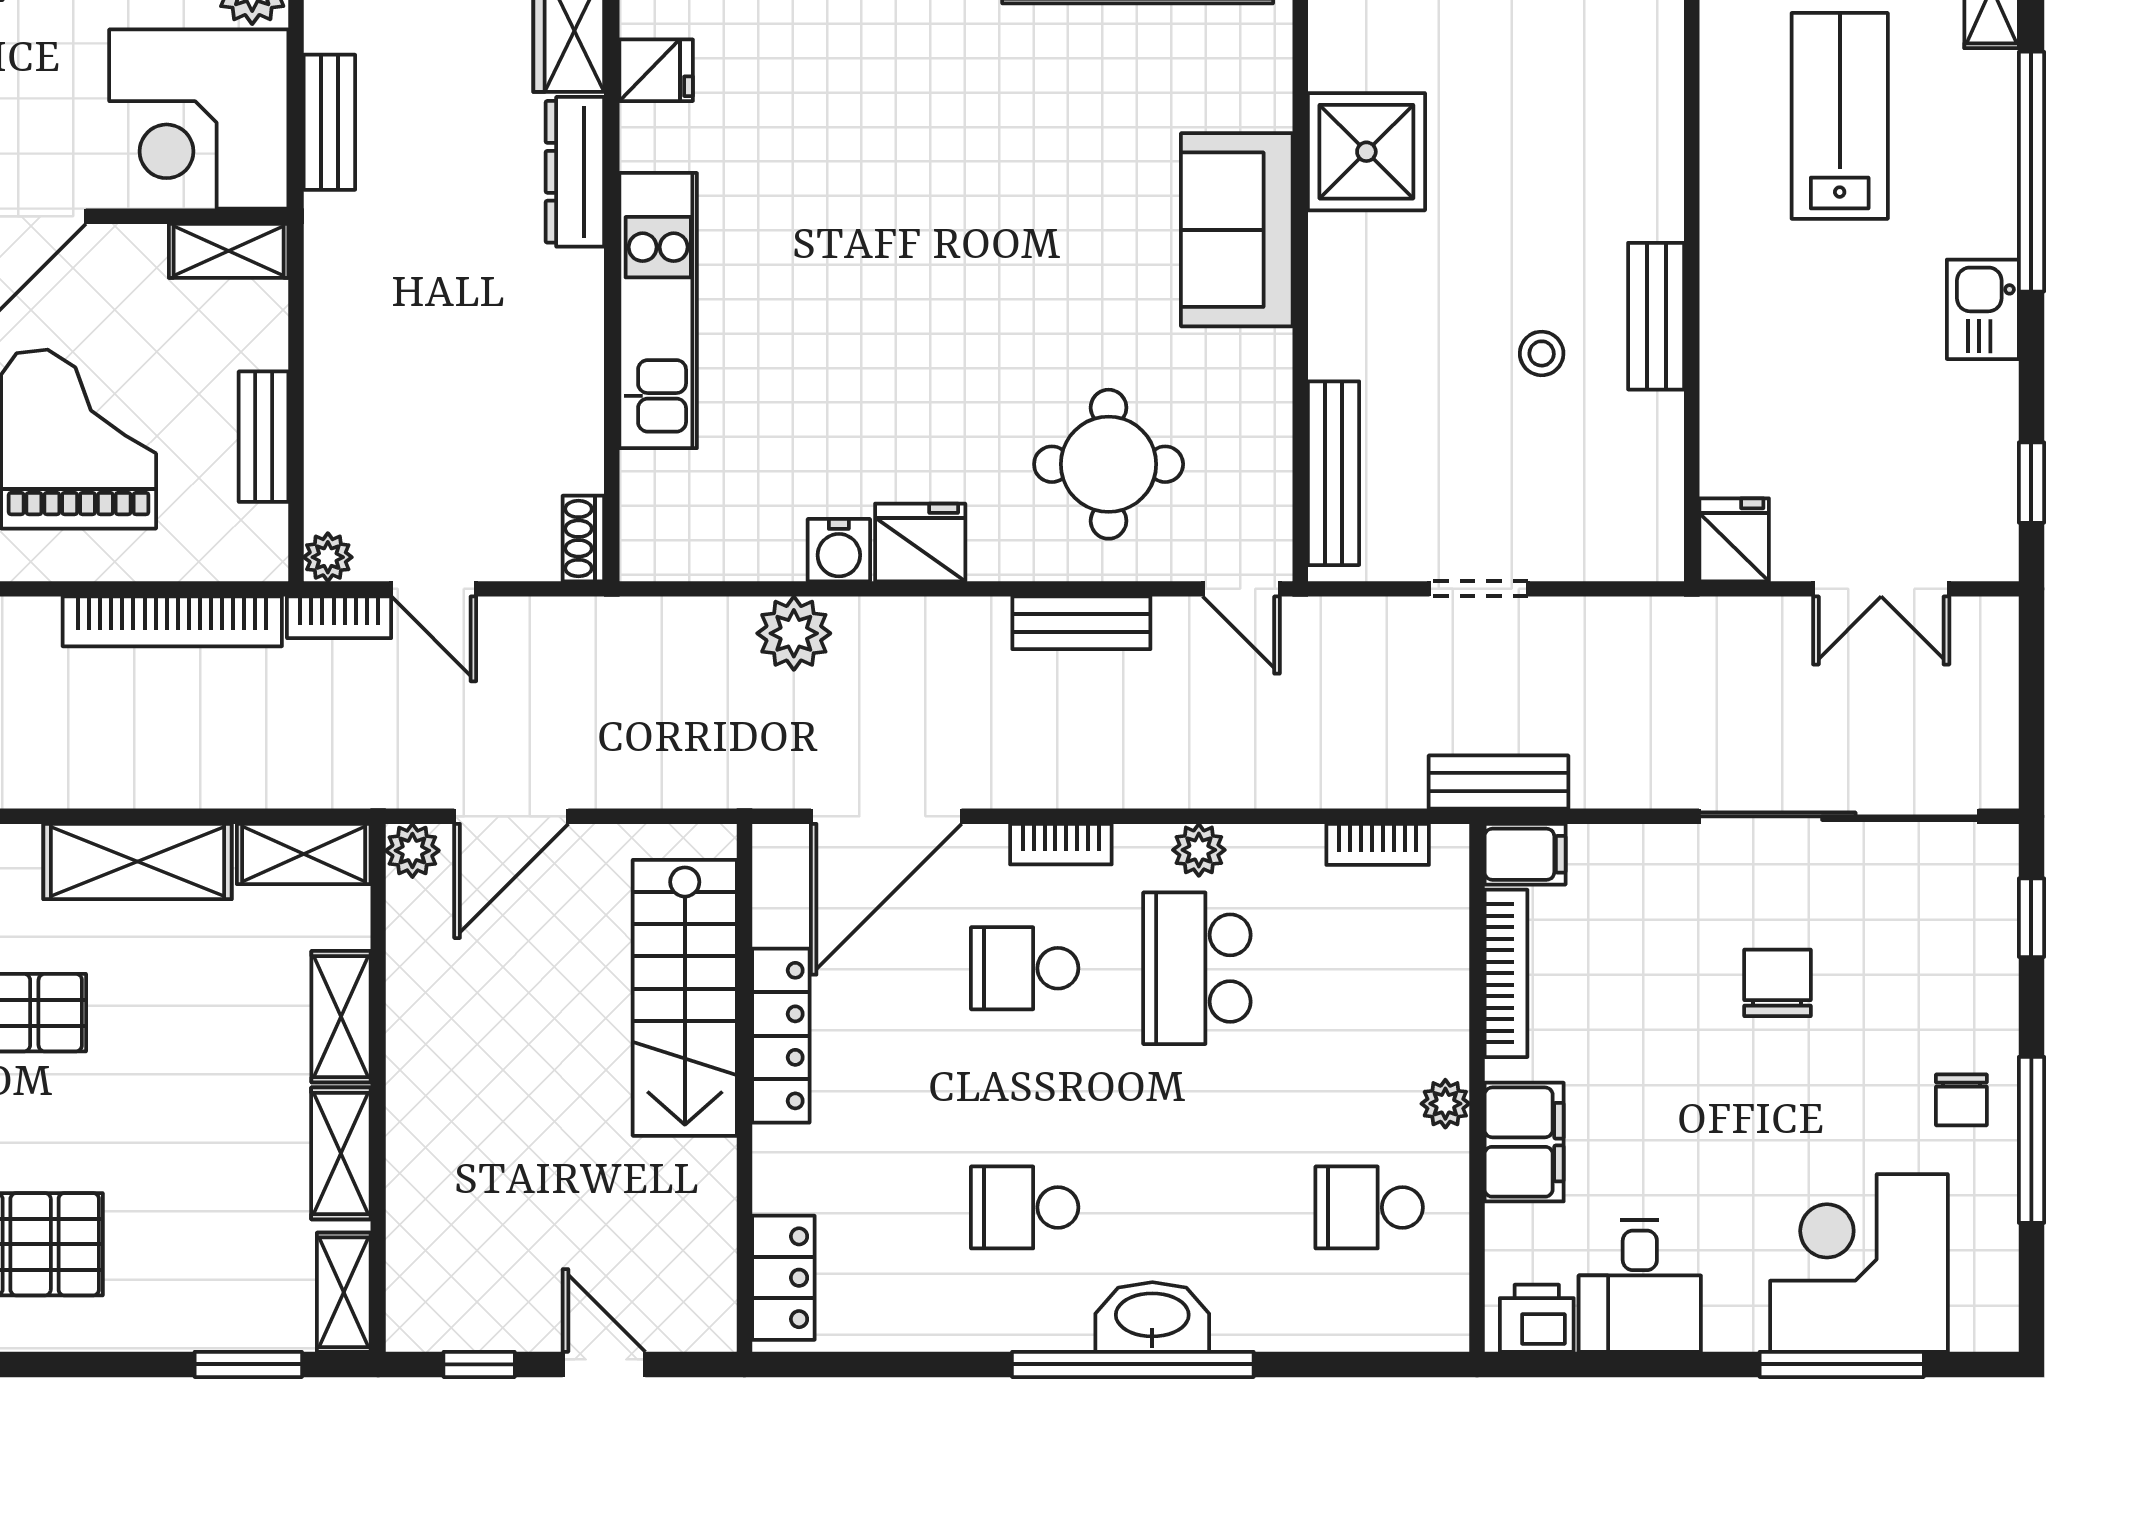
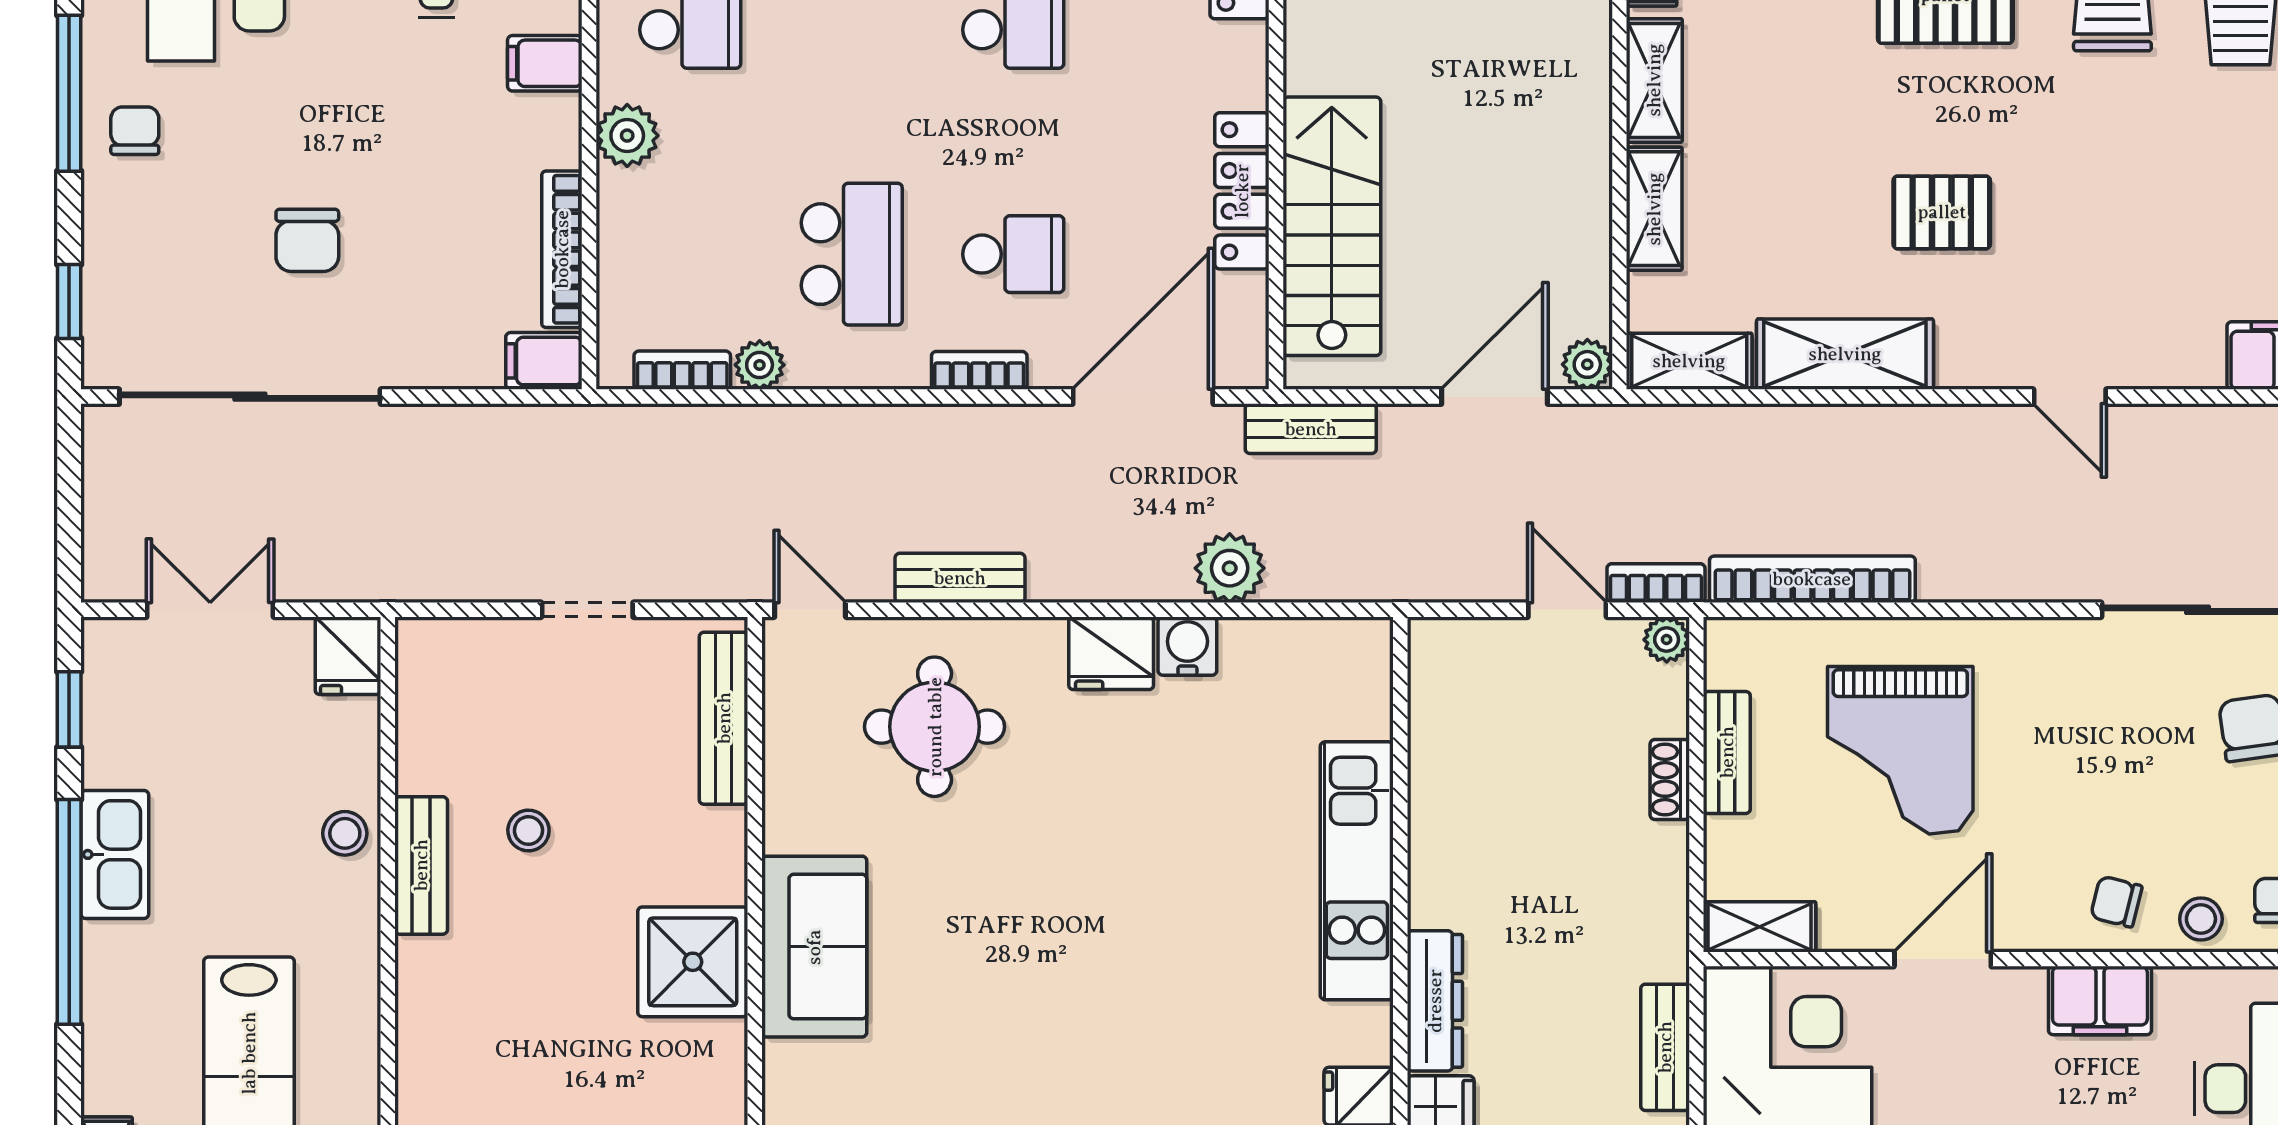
shower: (1366, 152) -> (693, 962), moved
window: (2031, 172) -> (69, 912), moved
kitchen sink: (1983, 309) -> (115, 854), width x1.38
stool: (1737, 350) -> (345, 833), added
shoe rack: (583, 539) -> (1670, 779), moved, turned 180
bench: (1499, 782) -> (1311, 429), moved
plant: (1199, 850) -> (760, 365), moved
plant: (1445, 1104) -> (627, 136), width x1.38, depth x1.38
filing cabinet: (1524, 1142) -> (545, 63), width x0.50

